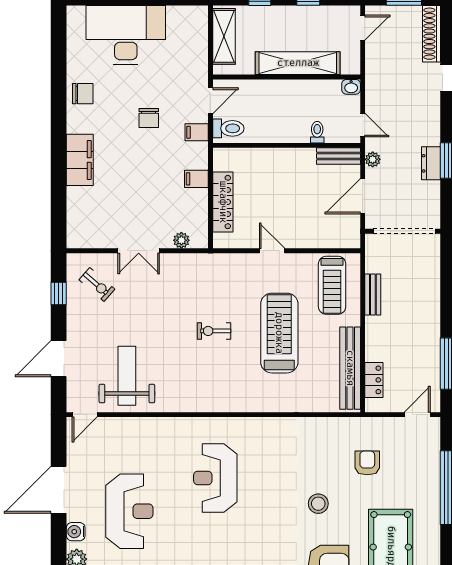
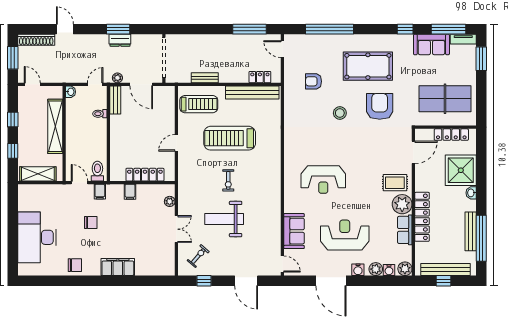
chair: (83, 94) -> (75, 265), turned 90
weight bench: (127, 376) -> (224, 219), moved
sofa: (135, 433) -> (294, 231), added

